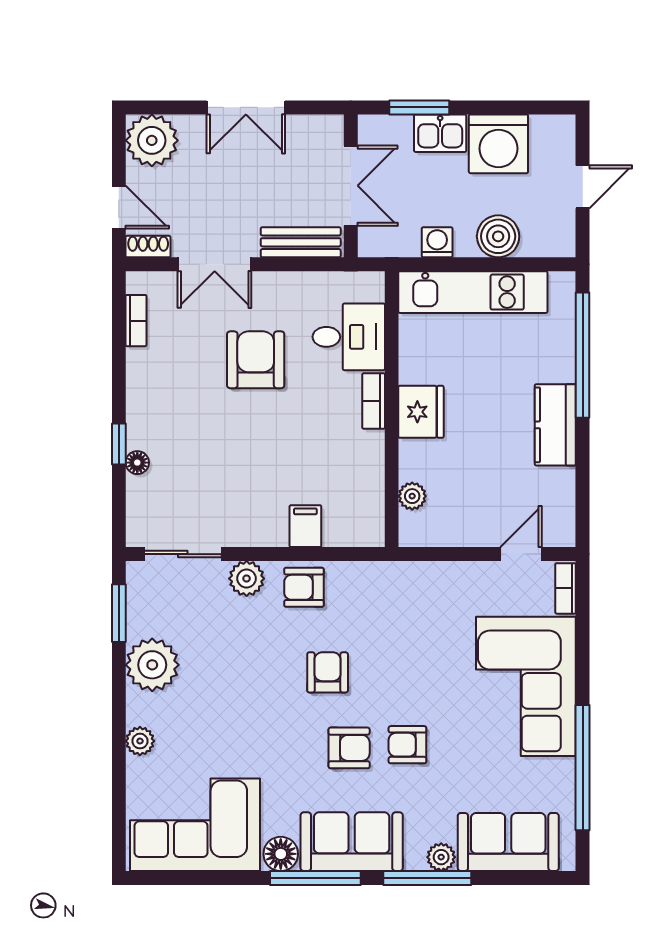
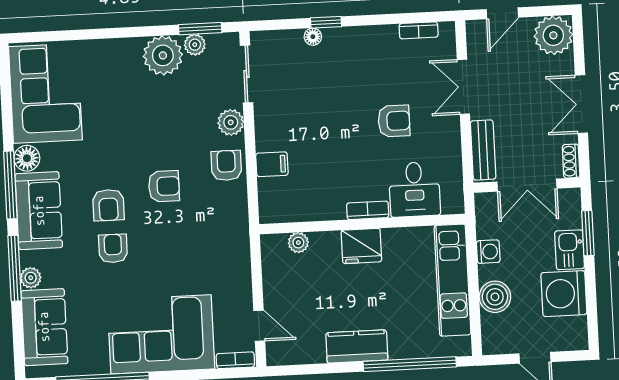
shoe rack: (148, 247) -> (571, 161), moved, turned 180
armchair: (256, 360) -> (394, 121), width x0.72, depth x0.72
plant: (140, 741) -> (195, 45), moved

